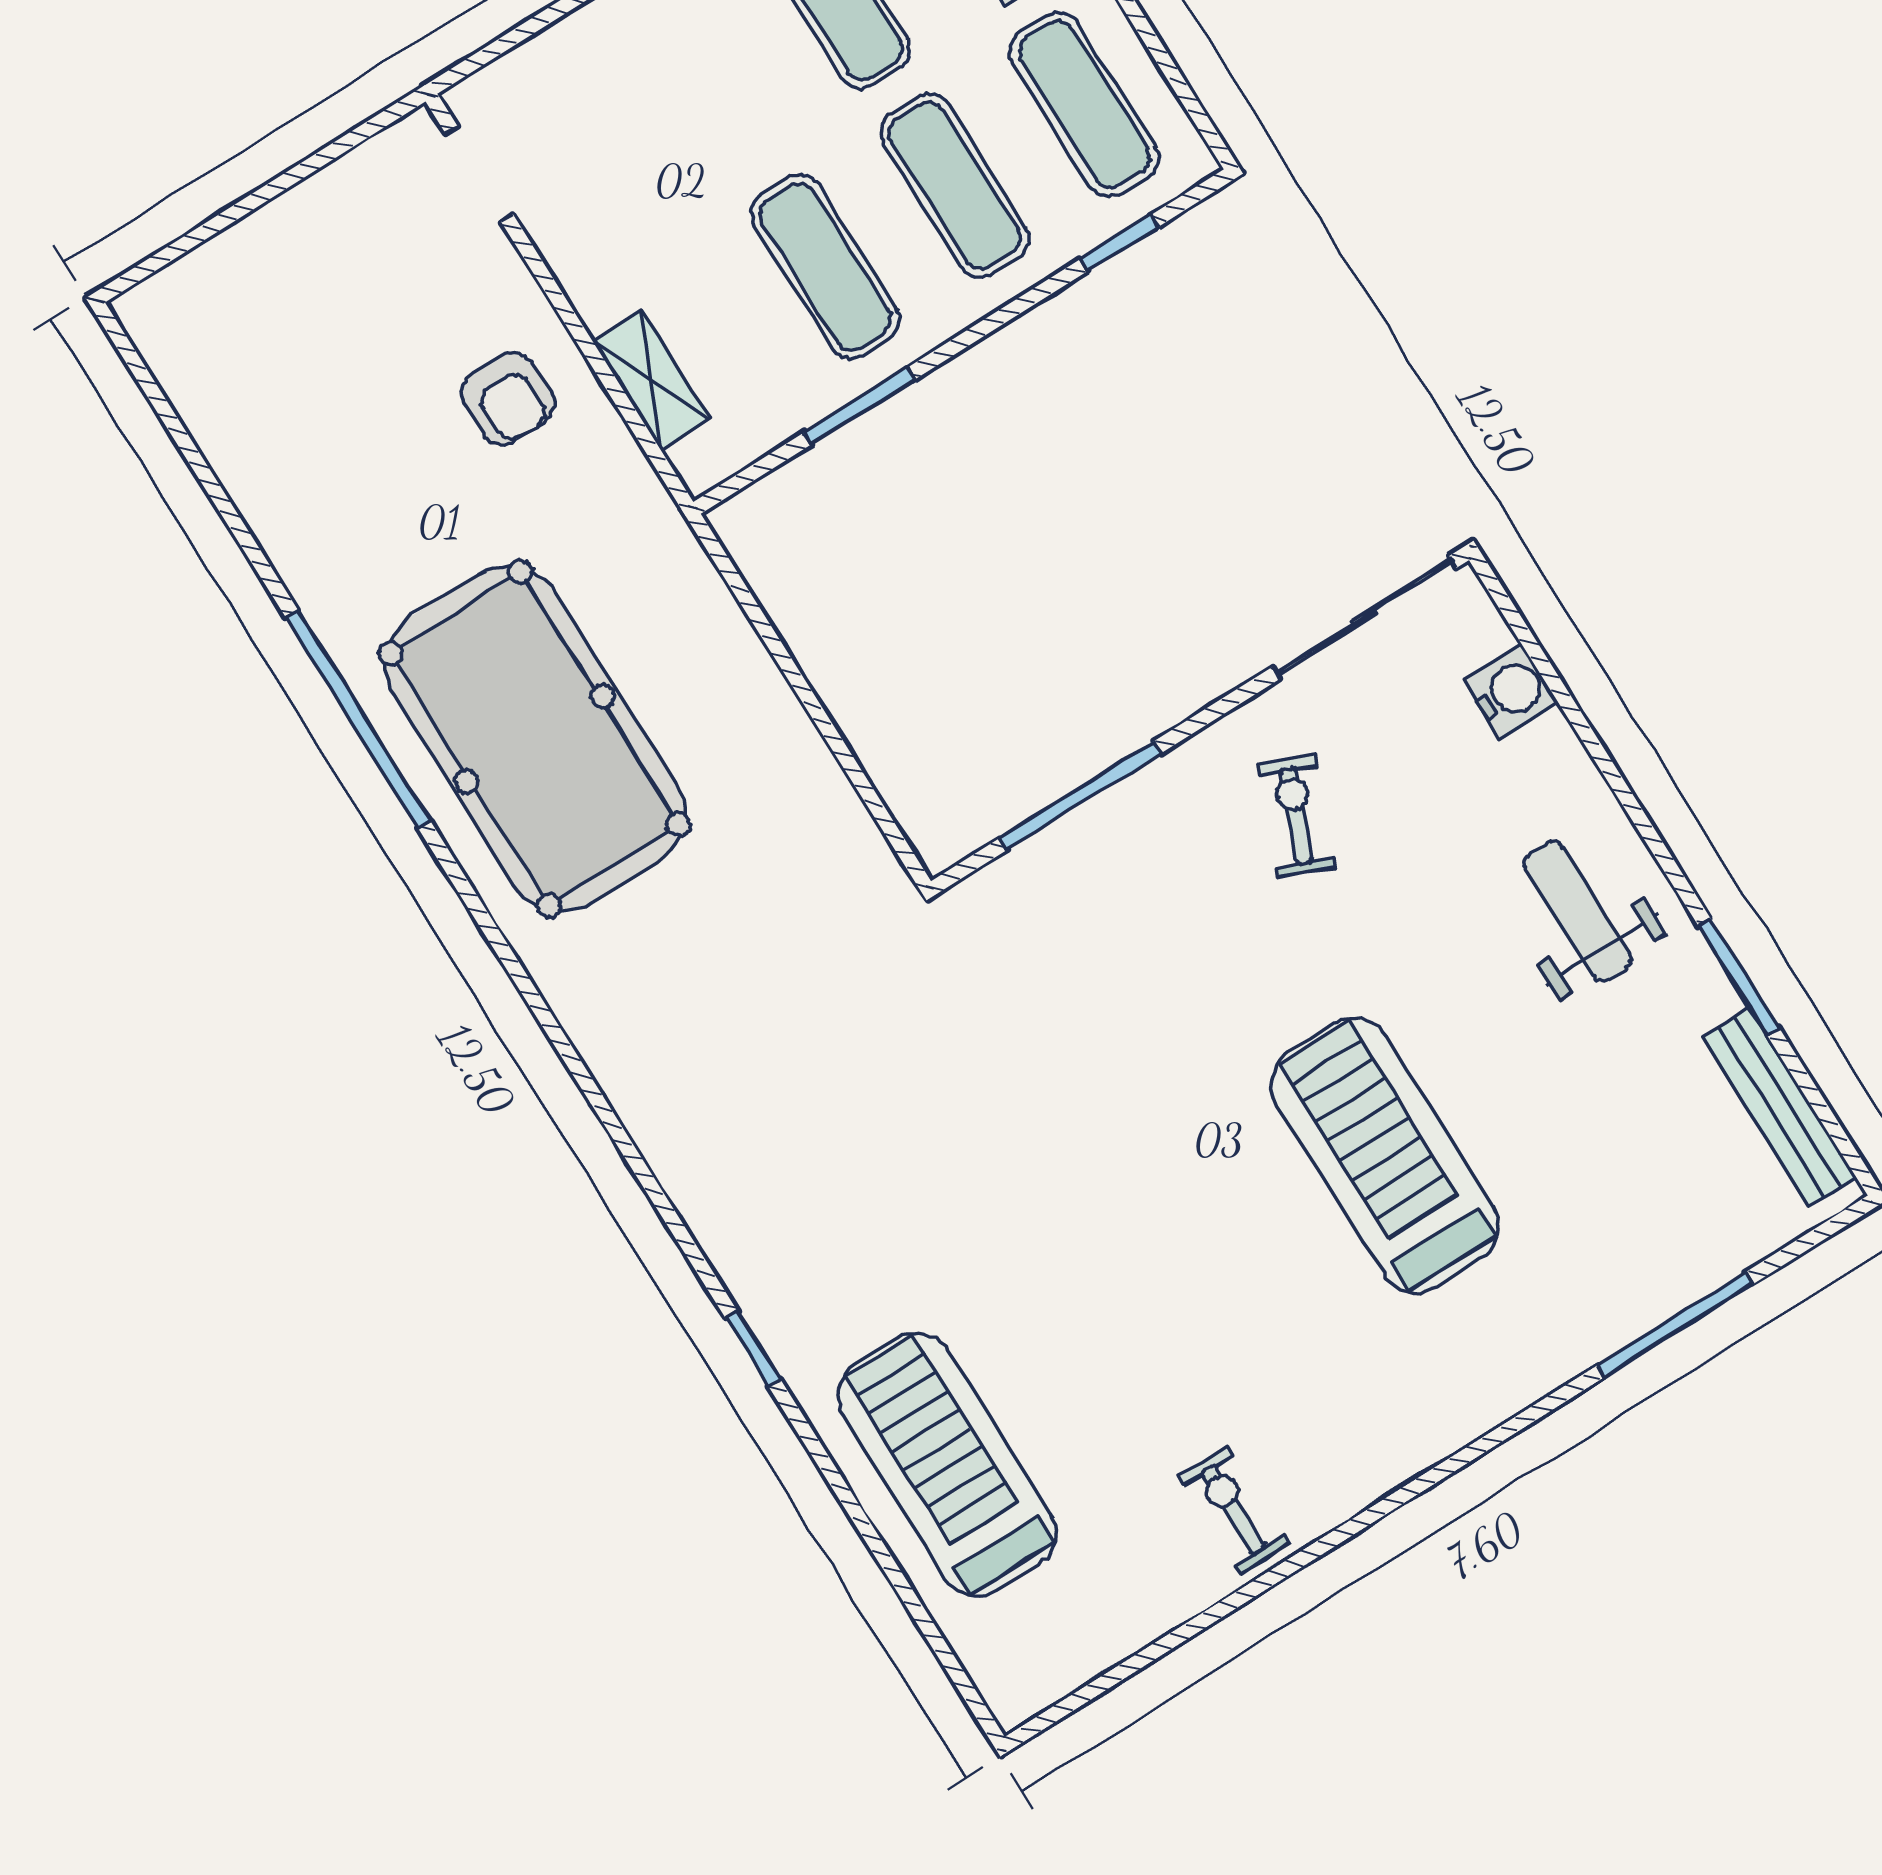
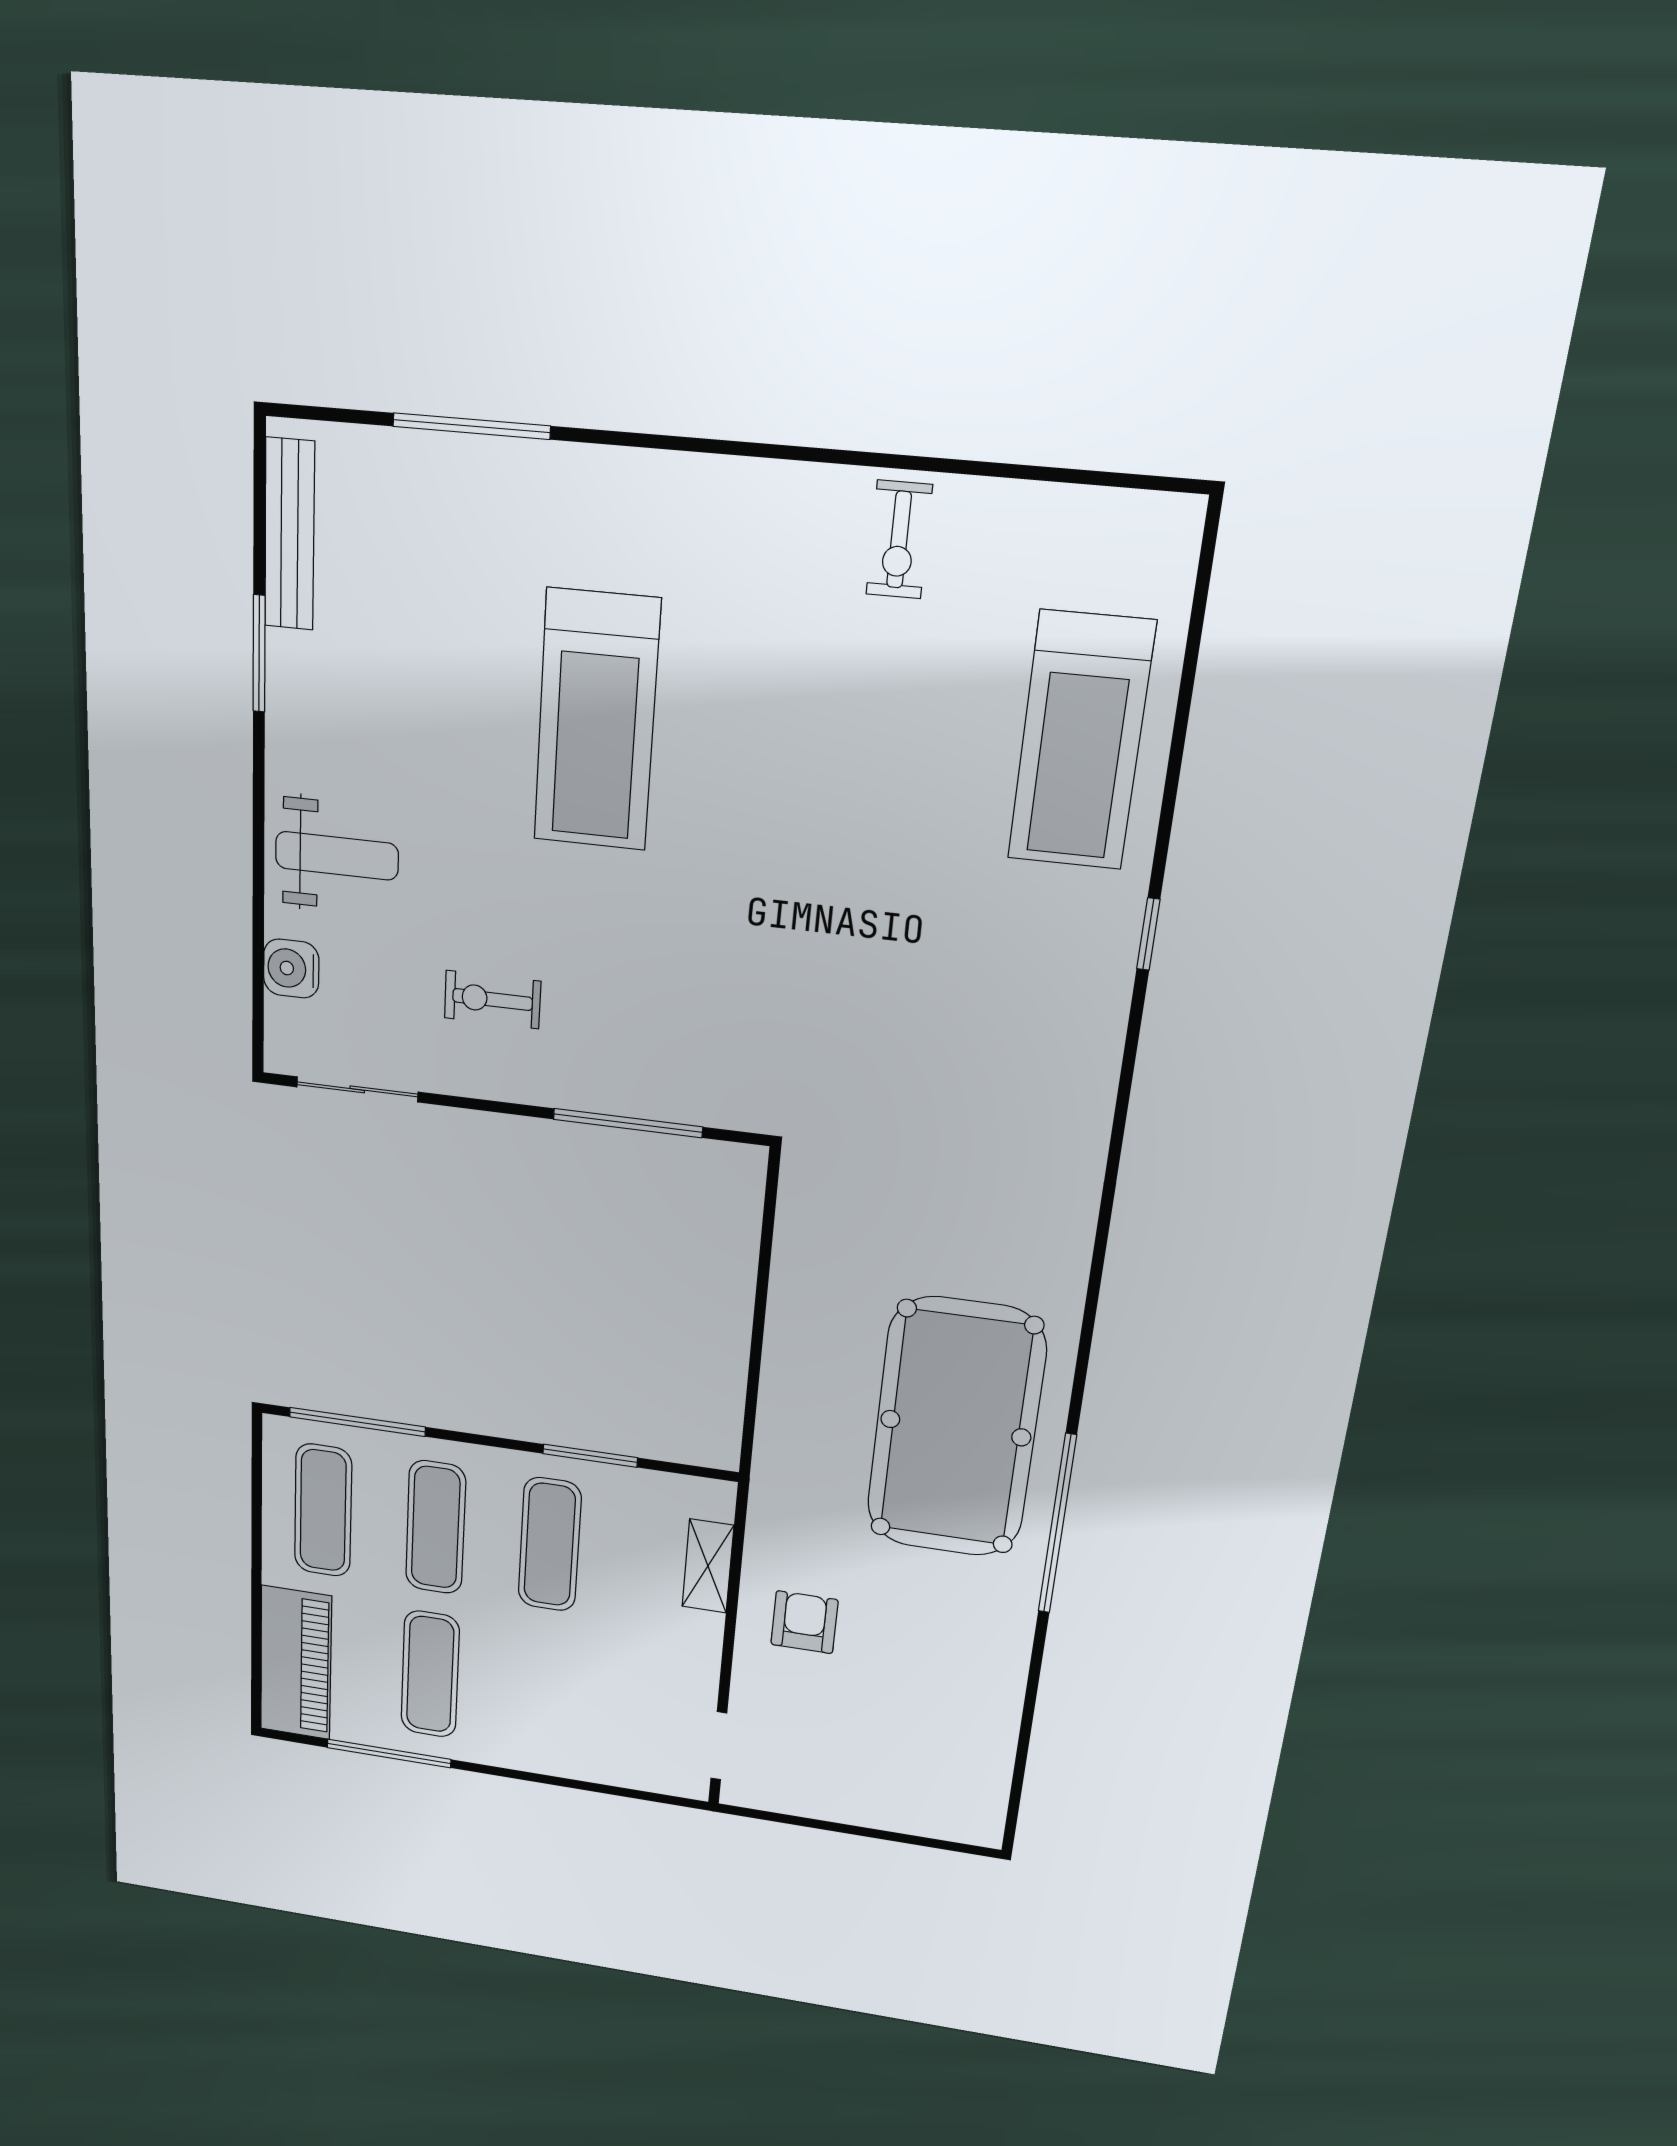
window: (1119, 243) -> (357, 1422), width x2.17
sliding door: (1365, 617) -> (357, 1089), width x0.73
exercise bike: (1296, 816) -> (492, 1000), turned 68
weight bench: (1578, 912) -> (337, 856), moved, turned -90

